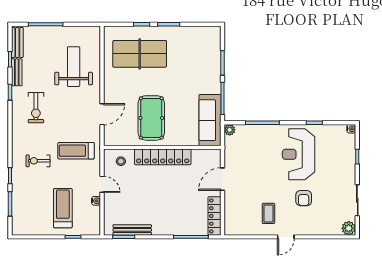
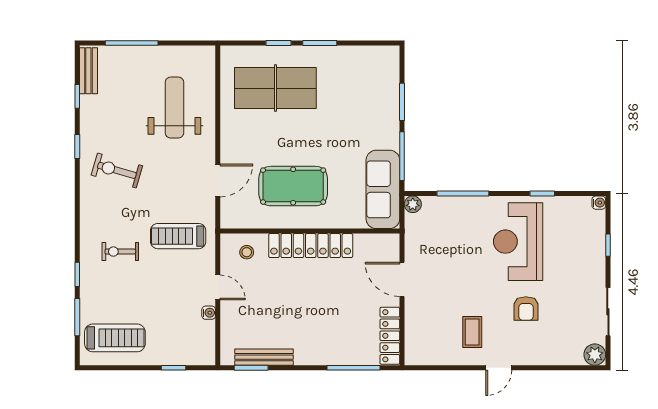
bench: (17, 72) -> (88, 116), removed
exercise bike: (36, 108) -> (117, 170), turned 106
pool table: (151, 118) -> (293, 186), turned 90
door: (222, 179) -> (402, 279), hinge flipped
treadmill: (63, 208) -> (115, 338), moved, turned 90

